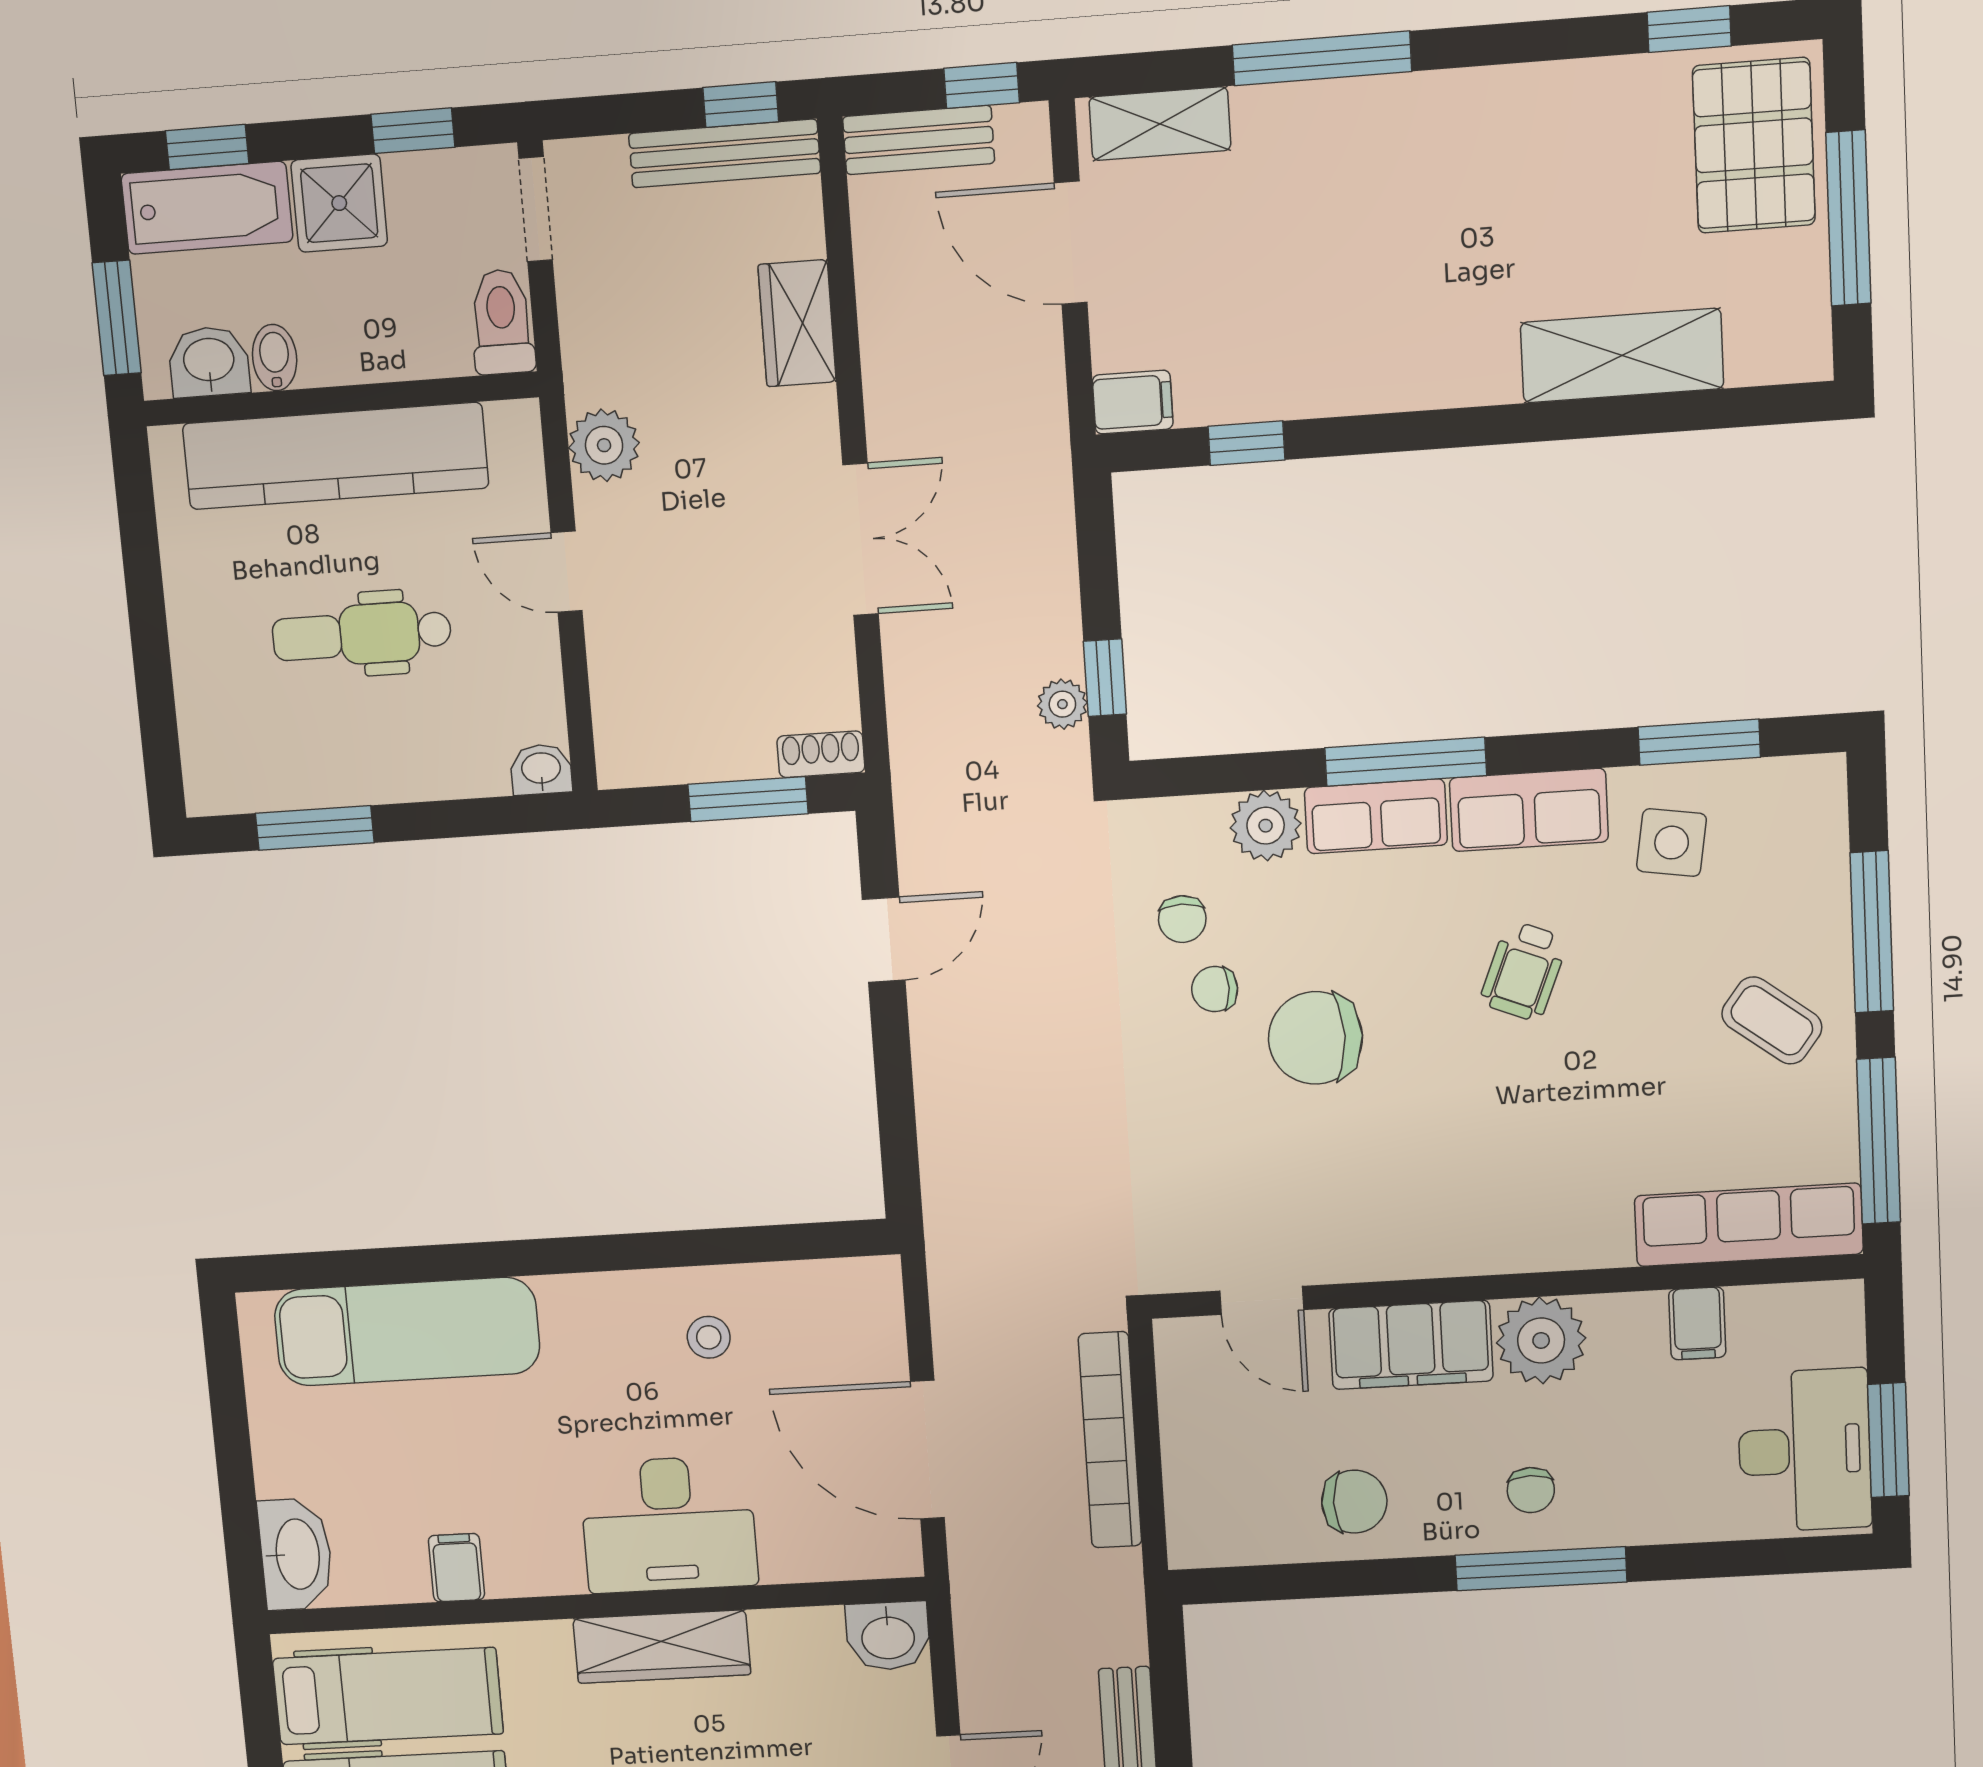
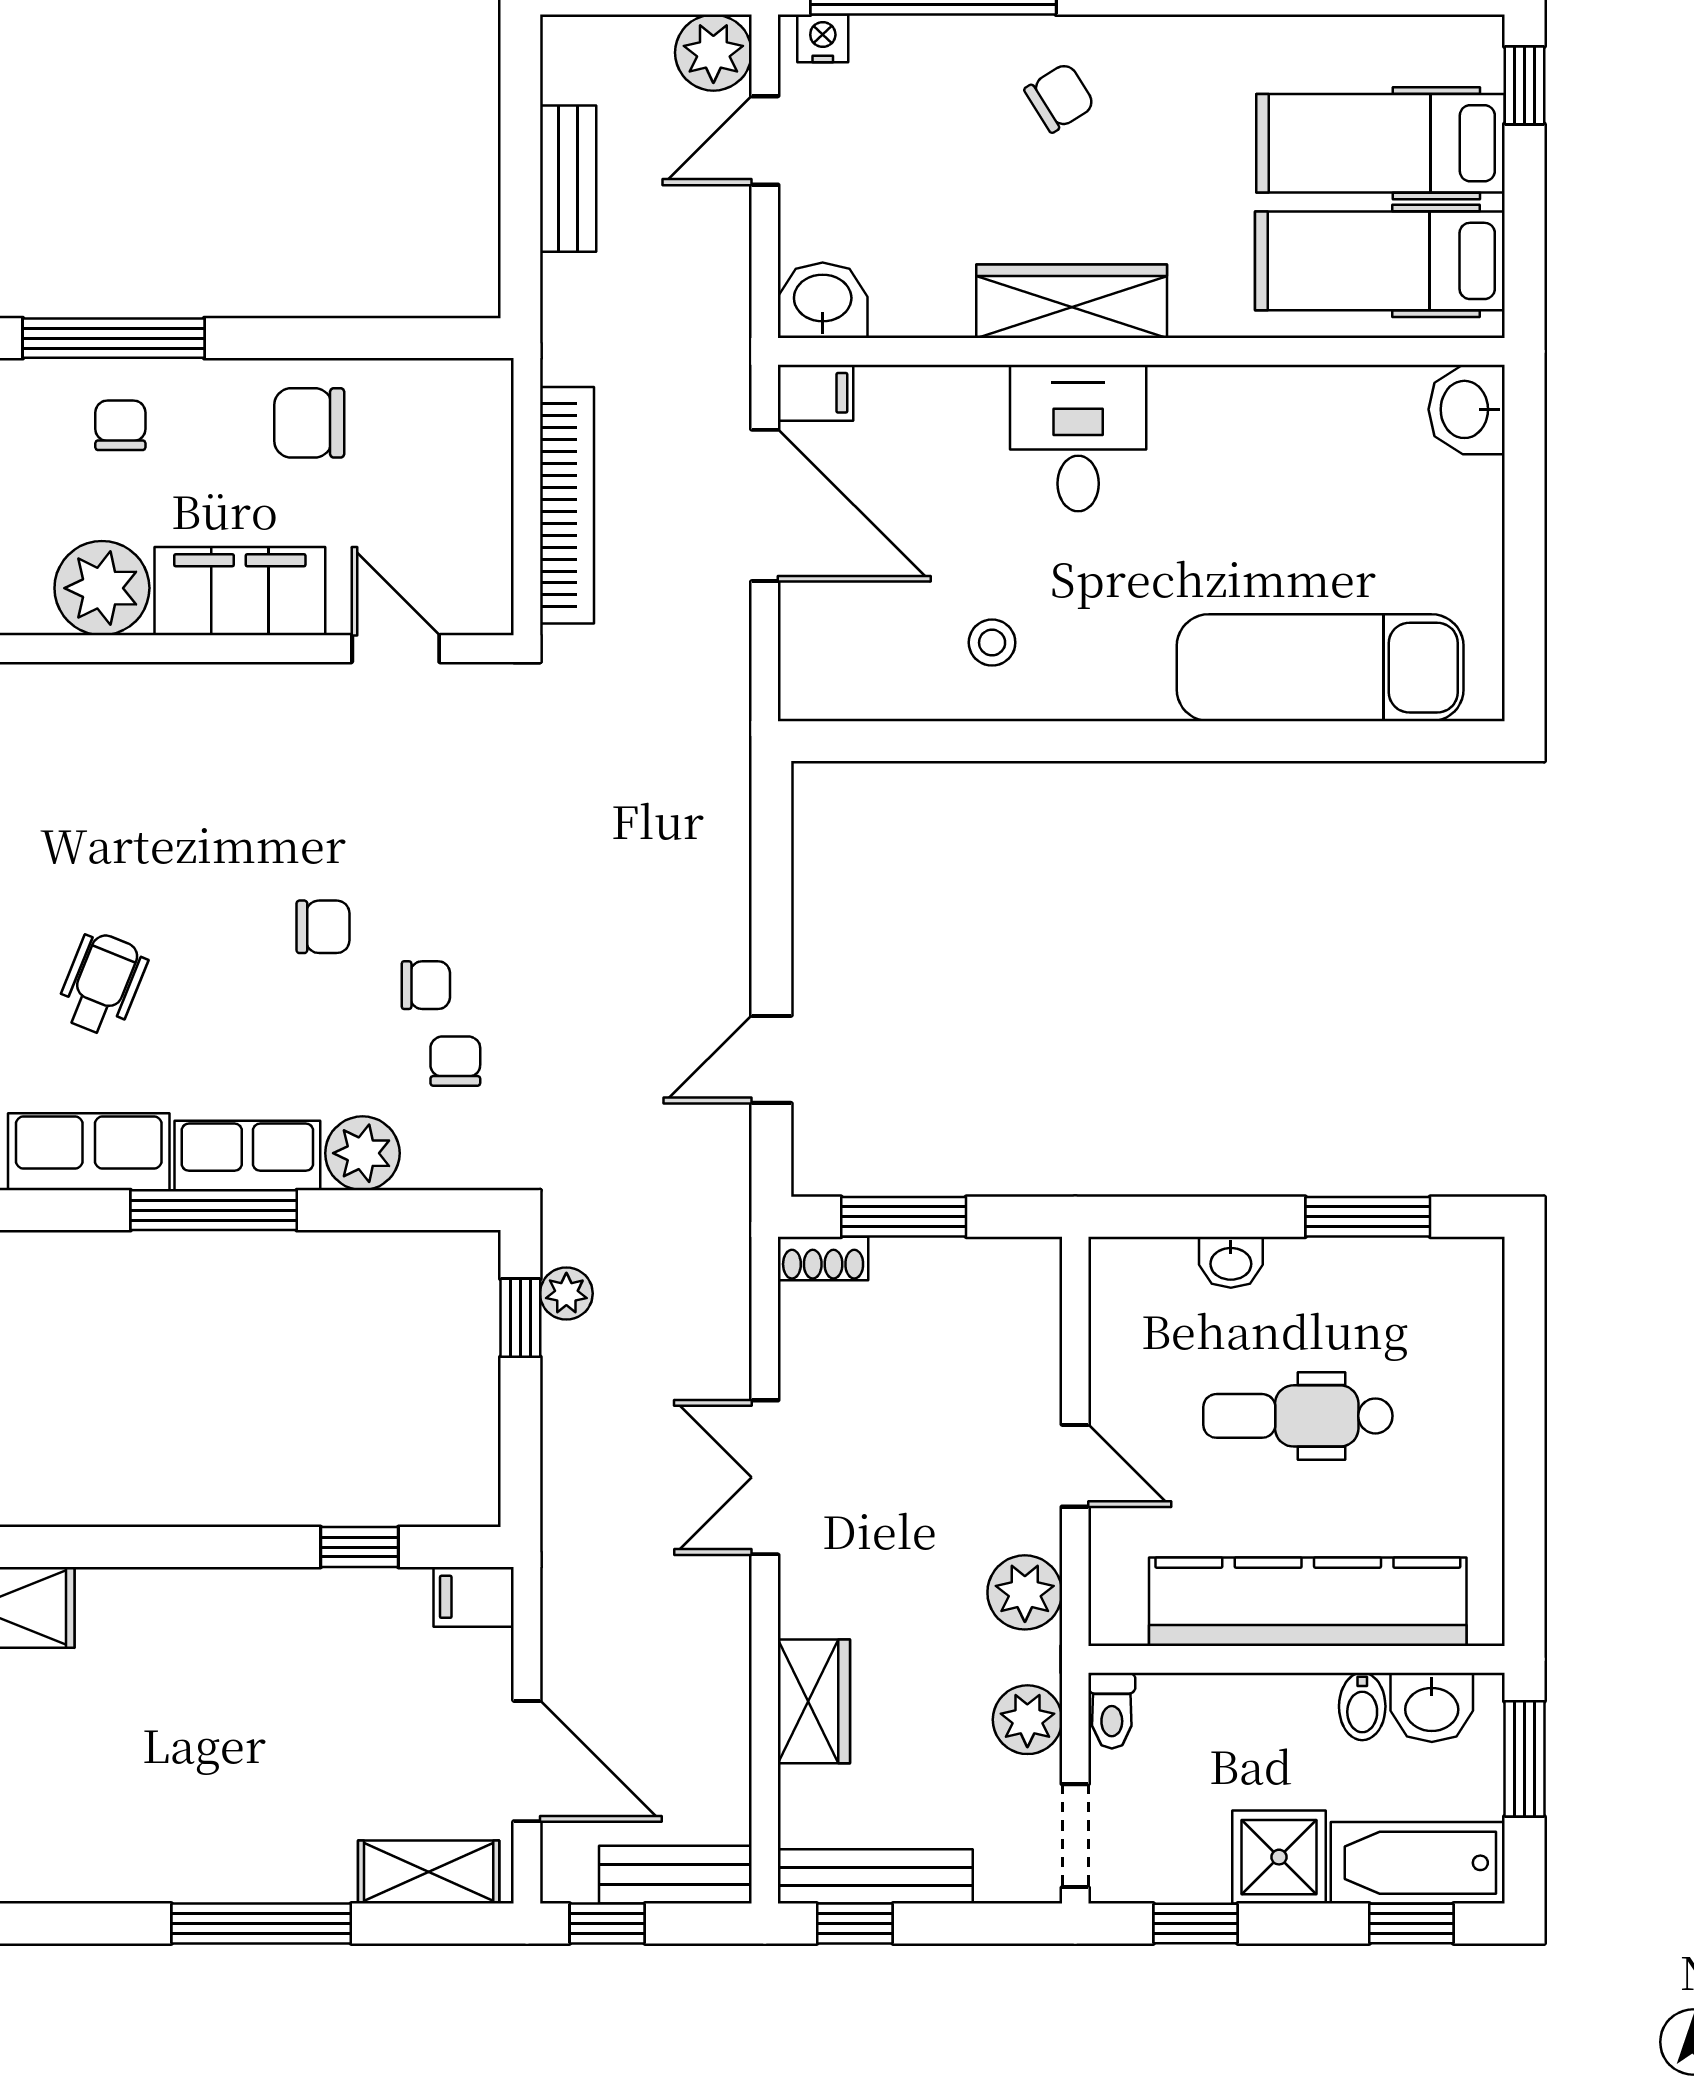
plant: (591, 321) -> (1027, 1720), added
toilet: (502, 322) -> (1112, 1711), width x0.73, depth x0.72
dental chair: (362, 634) -> (1298, 1416), turned 180
washbasin: (541, 769) -> (1231, 1262), moved
chair: (1315, 1038) -> (323, 927), width x0.54, depth x0.54
desk: (669, 1524) -> (1078, 438), width x0.73
washbasin: (296, 1554) -> (1467, 409), width x0.72
filing cabinet: (456, 1568) -> (816, 393), moved, turned -90

